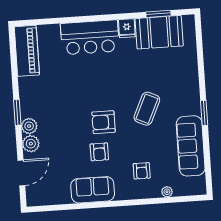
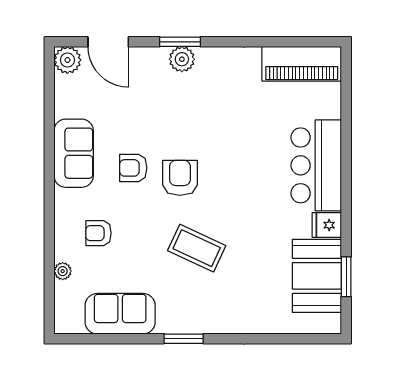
window: (17, 112) -> (180, 42), moved
plant: (31, 144) -> (67, 60), moved
sofa: (191, 146) -> (120, 314), width x0.73

